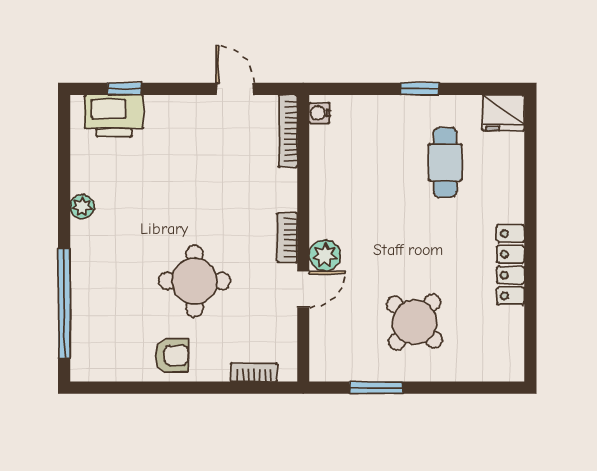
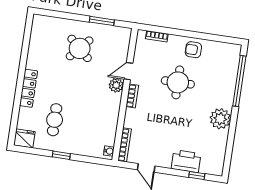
printer: (114, 116) -> (186, 161), moved
plant: (82, 207) -> (220, 119), width x1.87, depth x1.87
locker: (511, 265) -> (28, 88), moved

